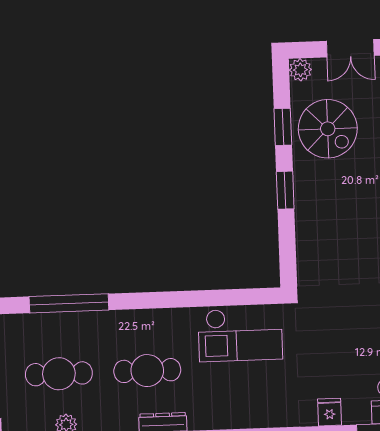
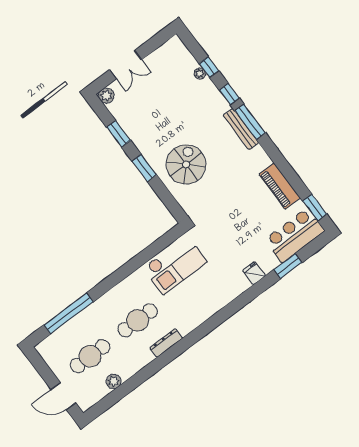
spiral stairs: (328, 129) -> (186, 164), moved, turned -90

